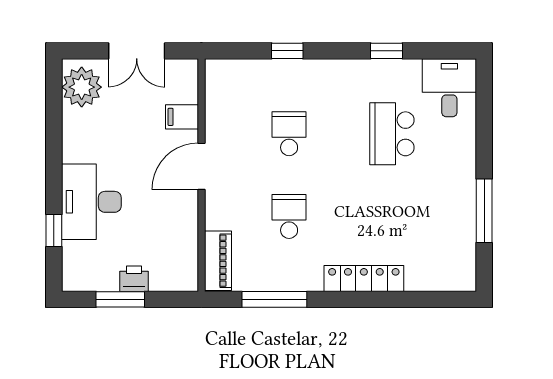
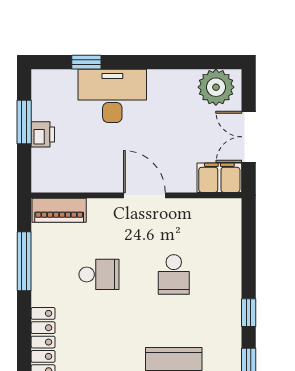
window: (287, 51) -> (249, 313), moved
filing cabinet: (182, 117) -> (219, 178), moved, width x2.00
school desk: (289, 134) -> (174, 274), turned 90

